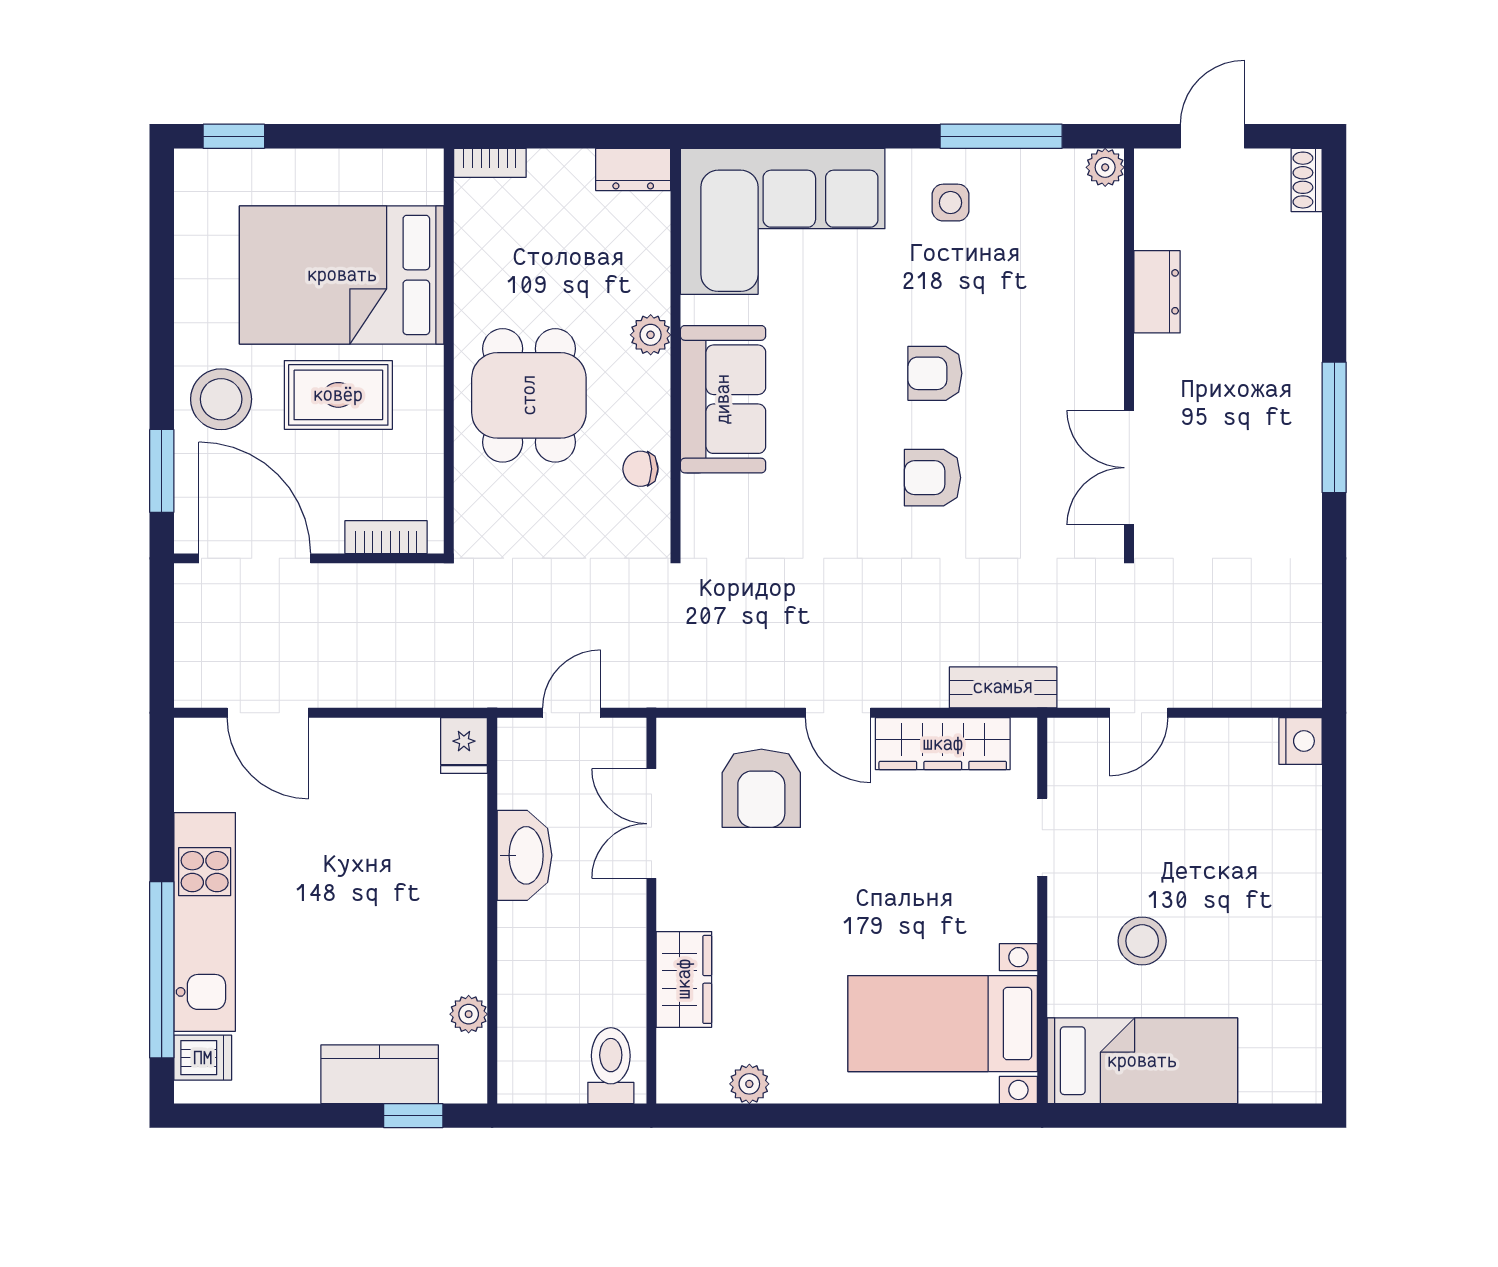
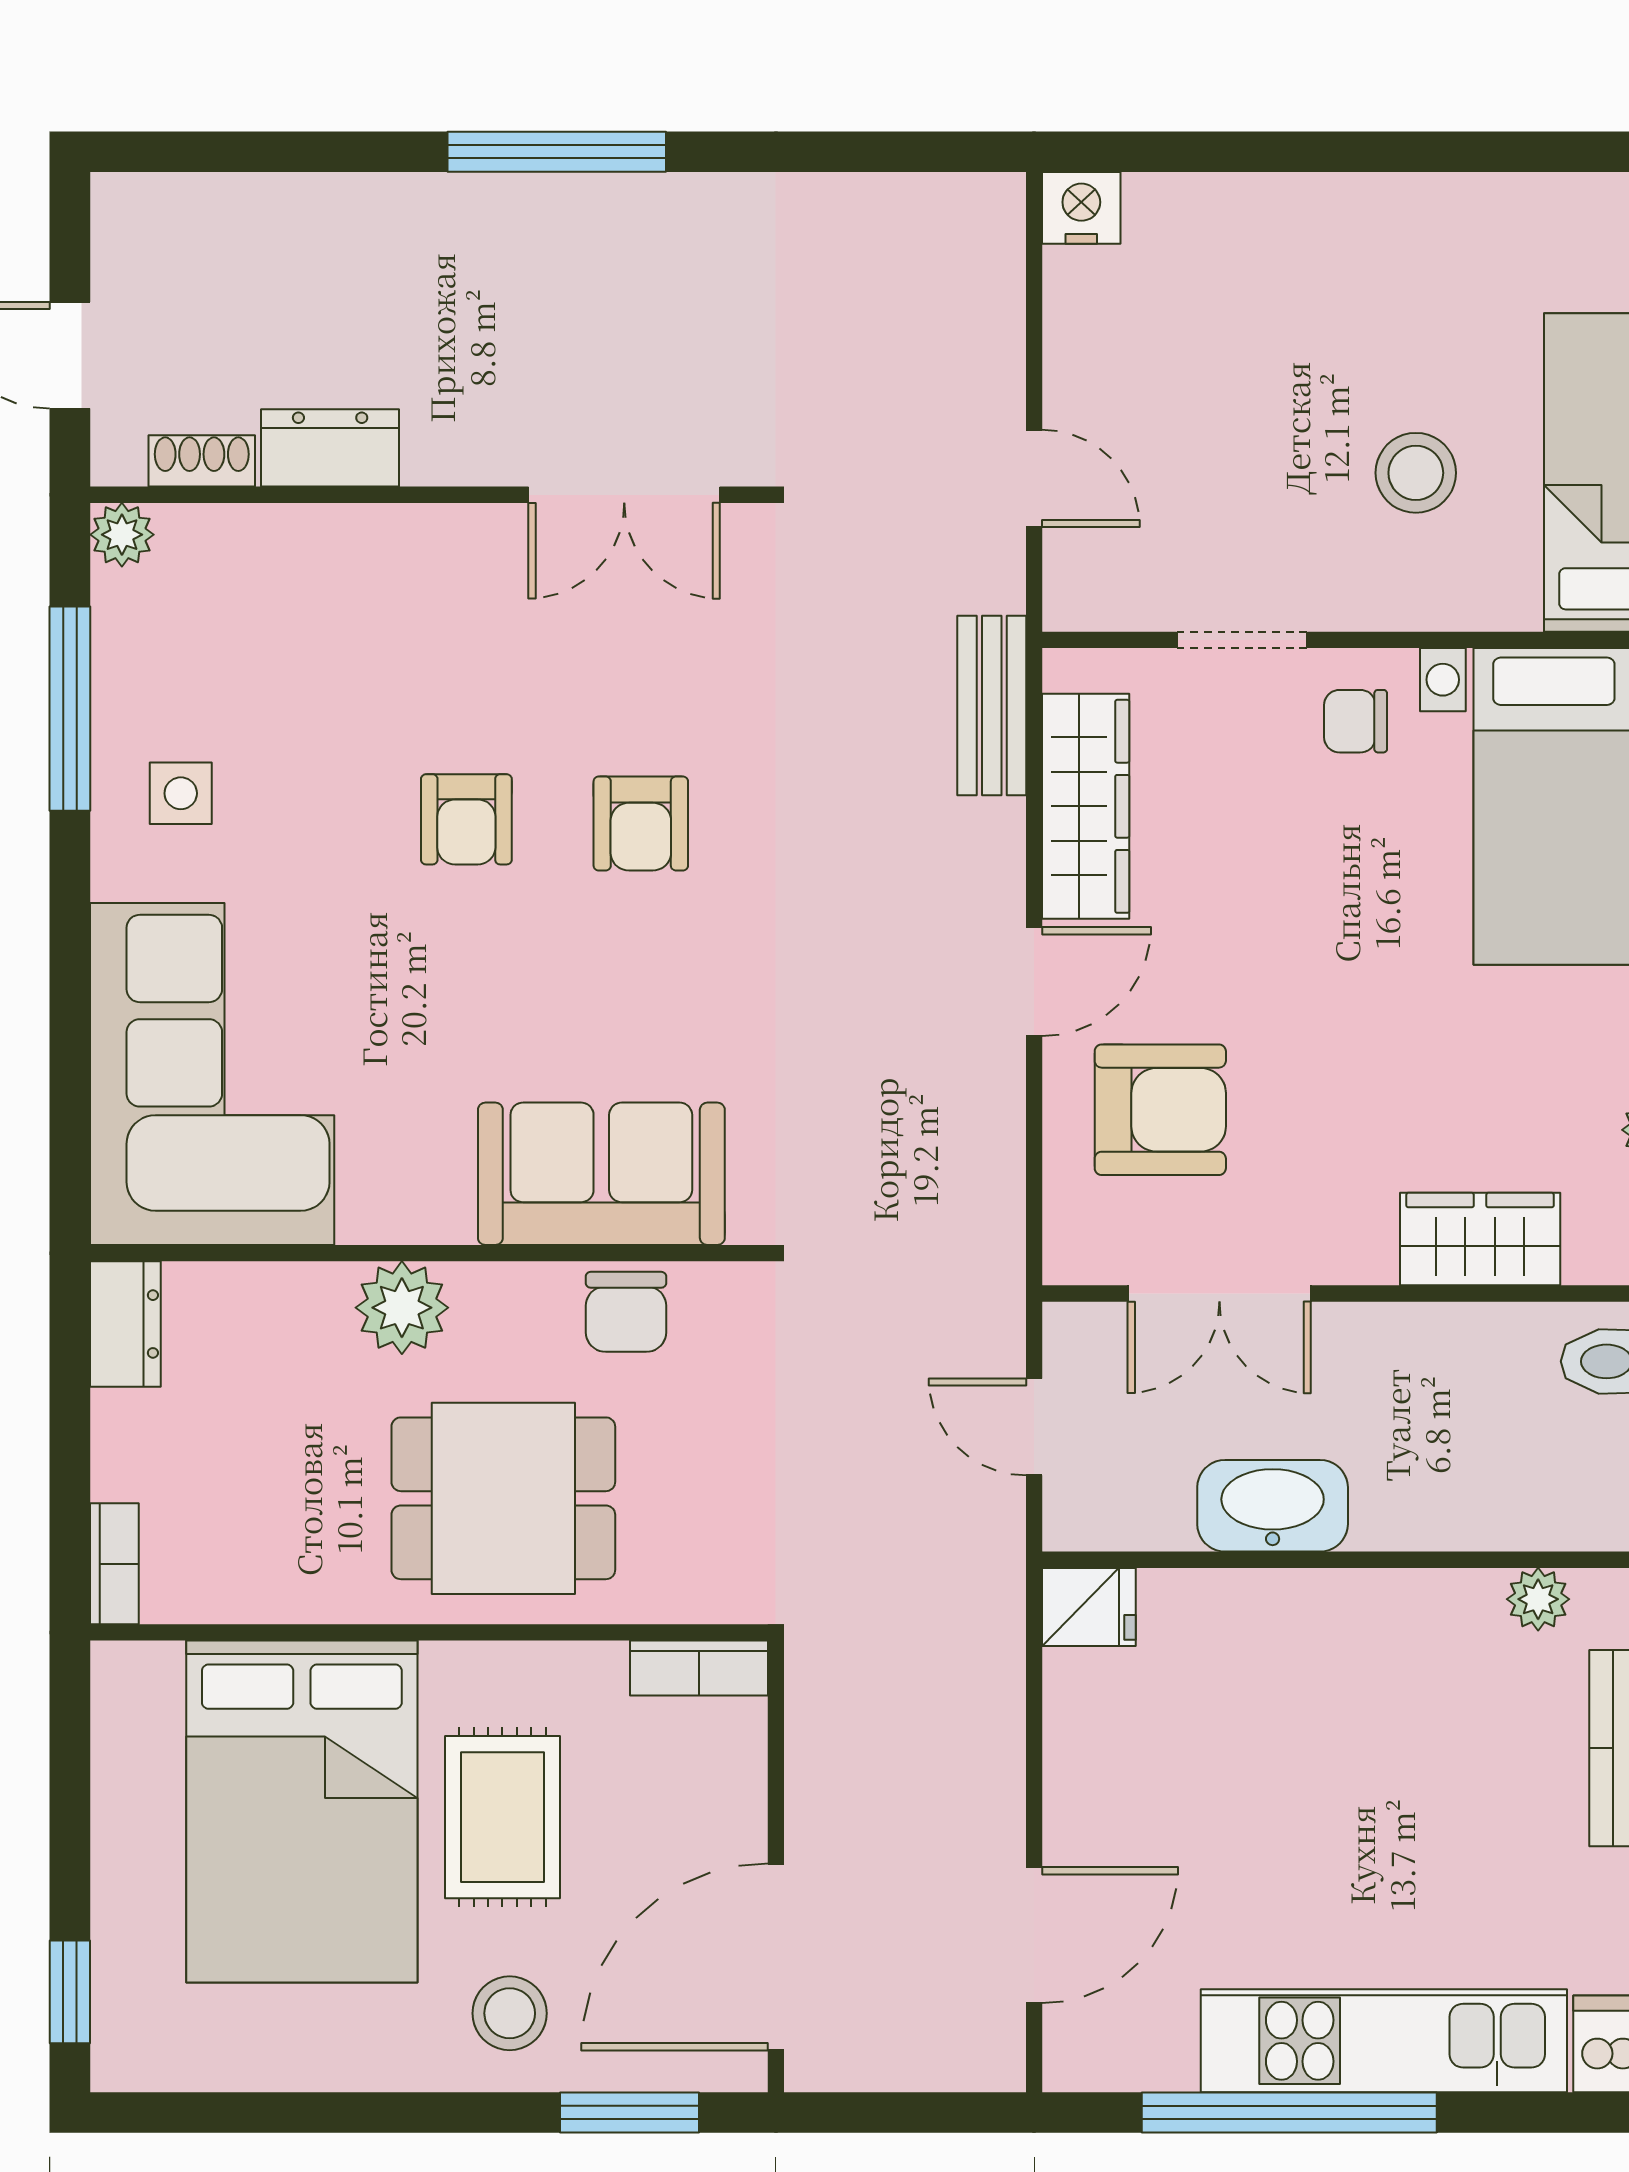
shoe rack: (1307, 180) -> (202, 461), moved, turned 180
plant: (651, 335) -> (402, 1308), width x1.38, depth x1.38
stool: (221, 399) -> (510, 2013), width x0.73, depth x0.73
sofa: (723, 399) -> (601, 1174), moved
chair: (640, 469) -> (626, 1312), width x1.37, depth x1.37
bookcase: (386, 537) -> (699, 1668), moved, turned -90
chair: (994, 905) -> (1356, 721), added
window: (162, 970) -> (1289, 2112), moved

